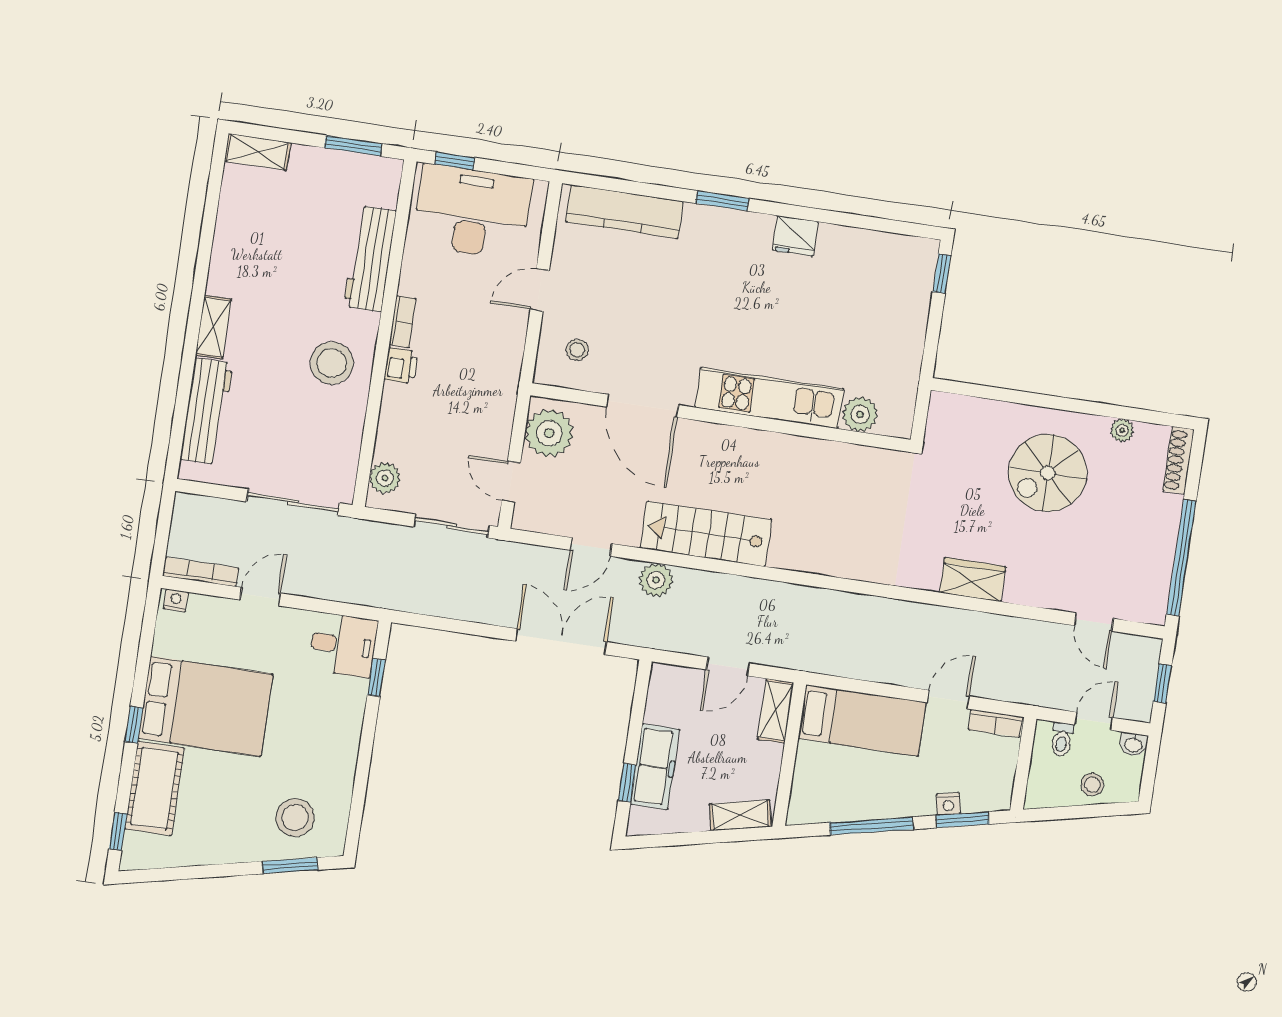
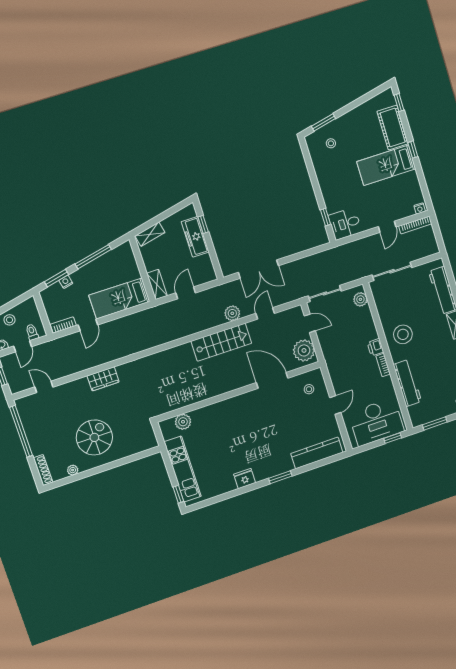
kitchen unit: (769, 398) -> (183, 469), moved, turned -90
bed: (205, 706) -> (386, 165), width x0.67
stool: (295, 817) -> (331, 143), width x0.53, depth x0.53

